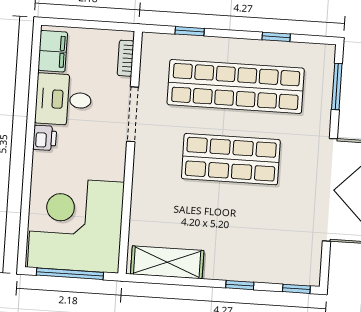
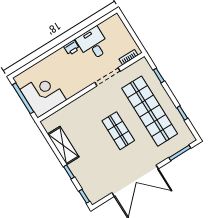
filing cabinet: (53, 51) -> (110, 25), removed
shop shelf: (231, 159) -> (118, 131), width x0.70, depth x0.74
corner desk: (76, 225) -> (43, 95), width x0.74, depth x0.74
shelving: (167, 262) -> (63, 146), moved

